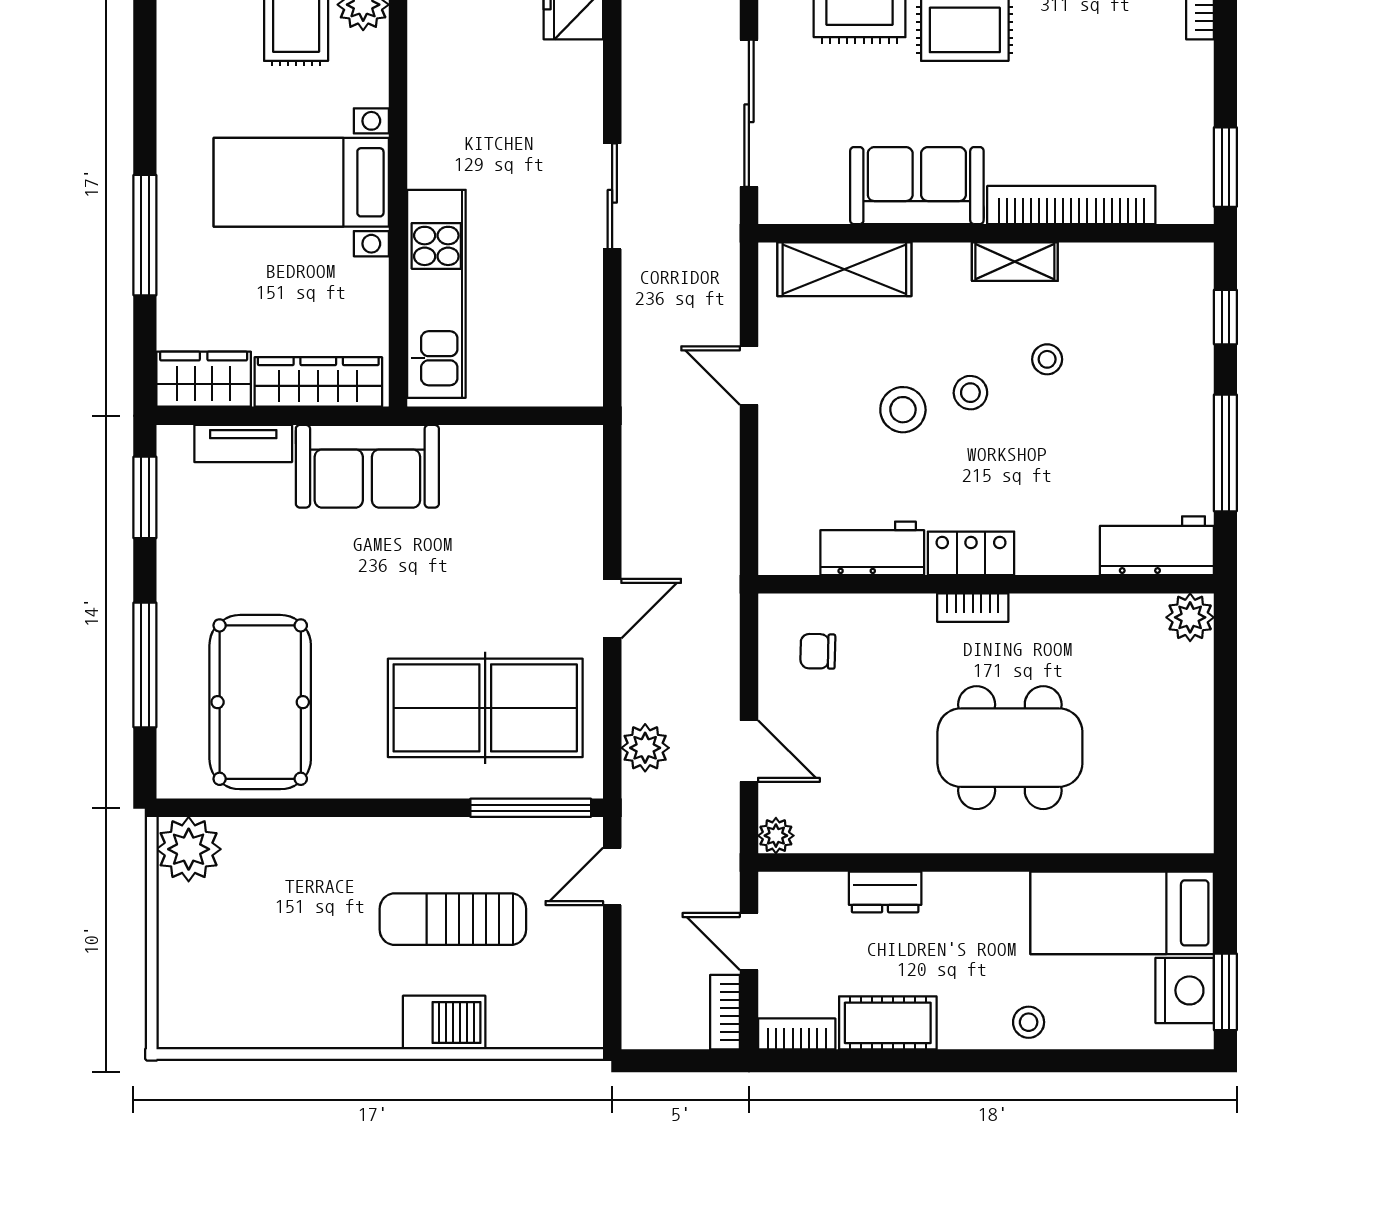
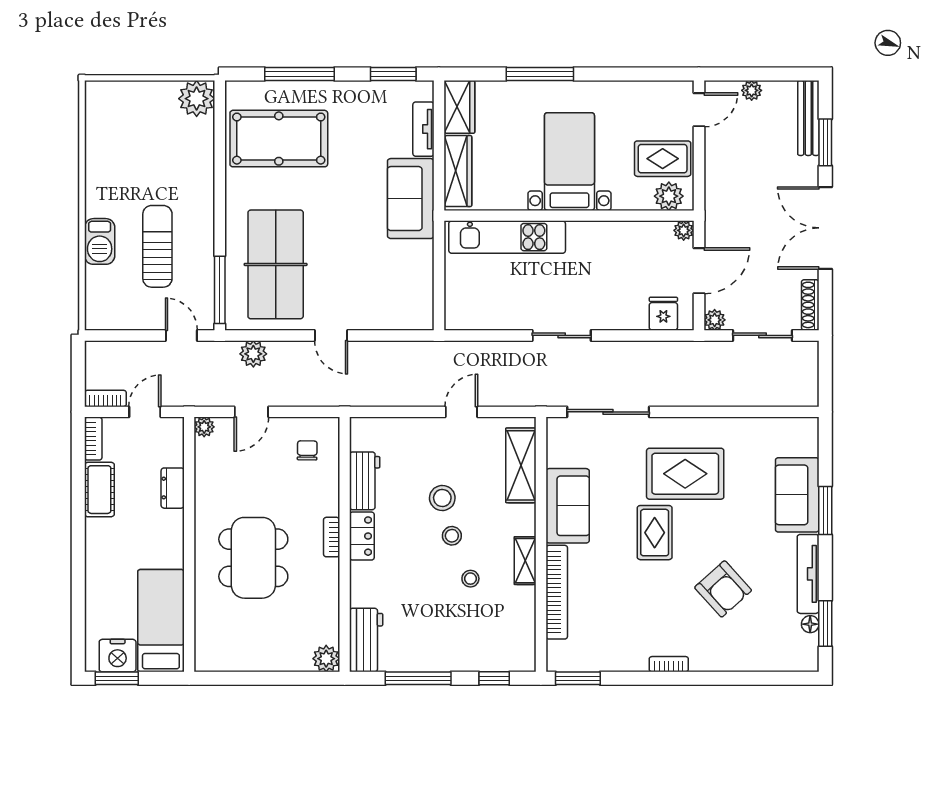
stool: (1029, 1022) -> (100, 568), removed

